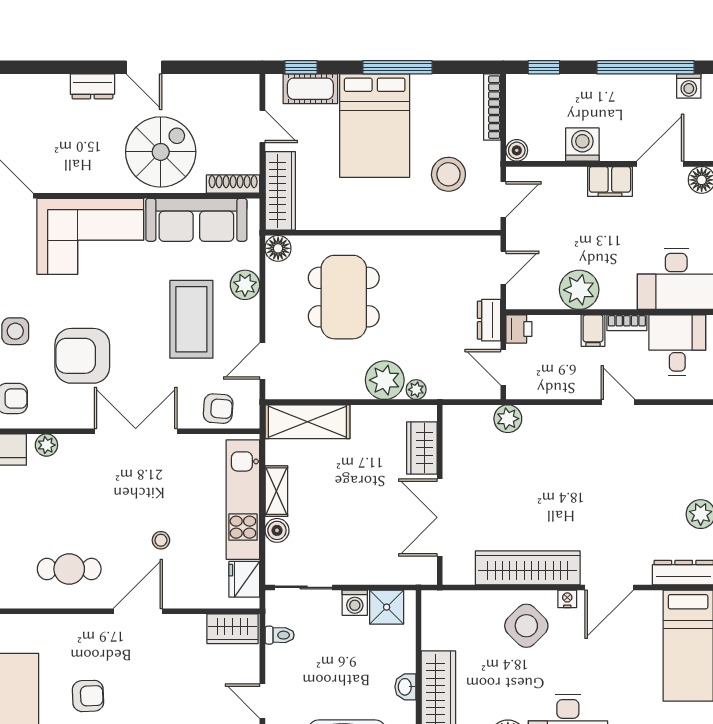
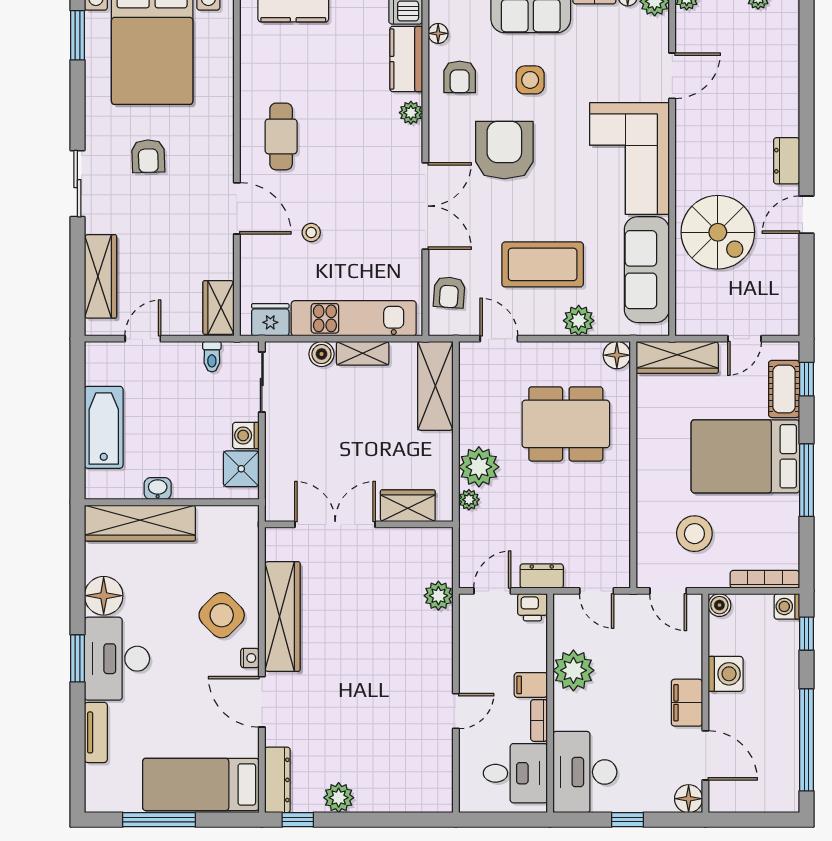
washing machine: (689, 86) -> (787, 606), moved
shoe rack: (233, 184) -> (684, 308), removed

